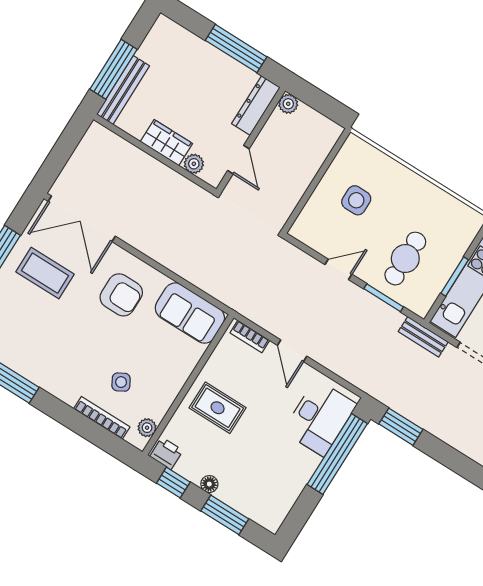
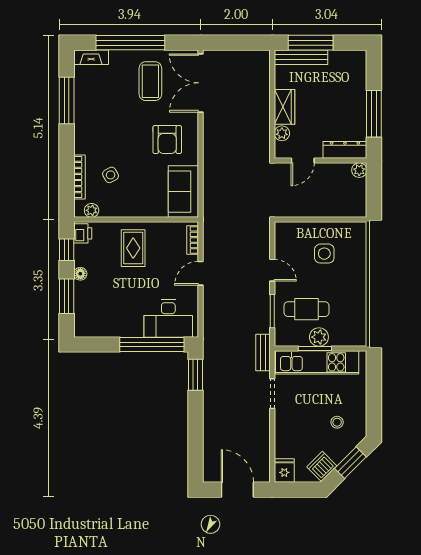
plant: (445, 264) -> (319, 337), added

